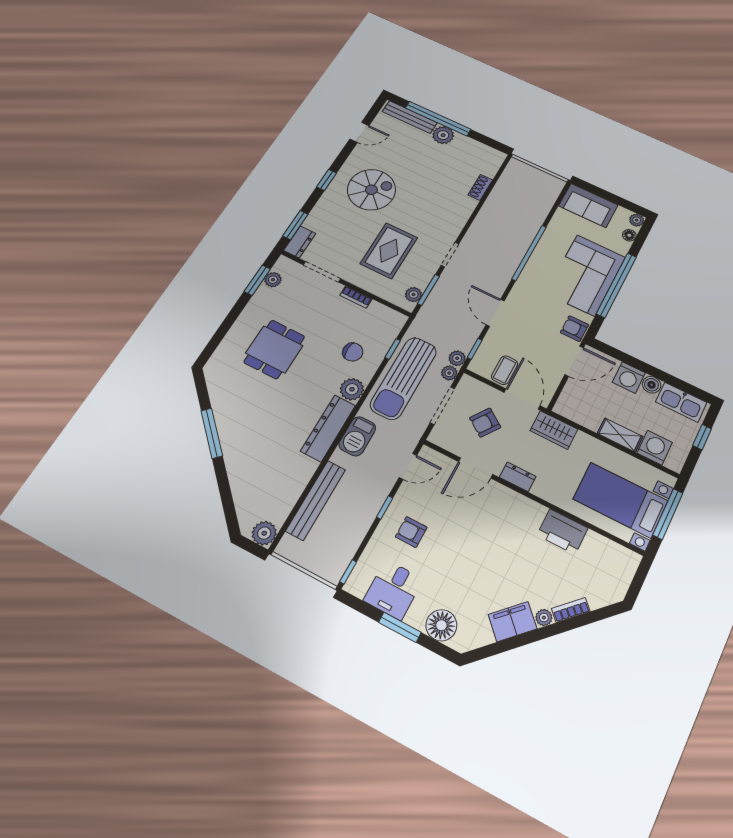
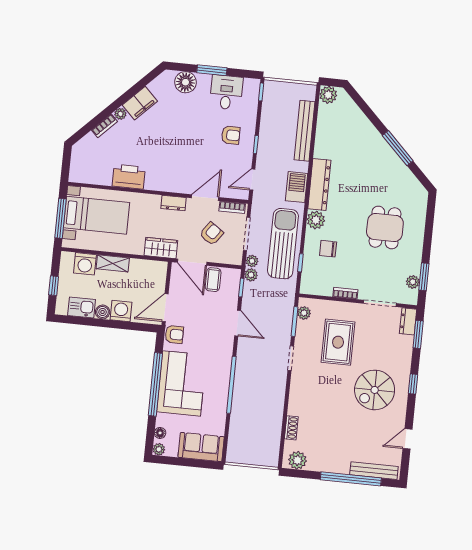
plant: (443, 135) -> (297, 460), moved
kitchen sink: (681, 402) -> (82, 307), width x0.73
bookcase: (447, 443) -> (232, 207), added

